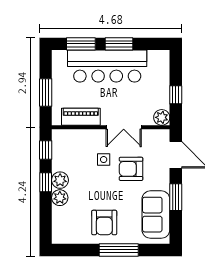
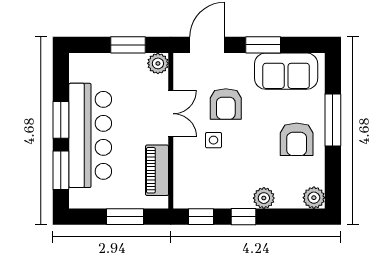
window: (176, 95) -> (128, 45), width x1.50
plant: (60, 180) -> (314, 198), moved
armchair: (104, 223) -> (297, 139), turned 90

